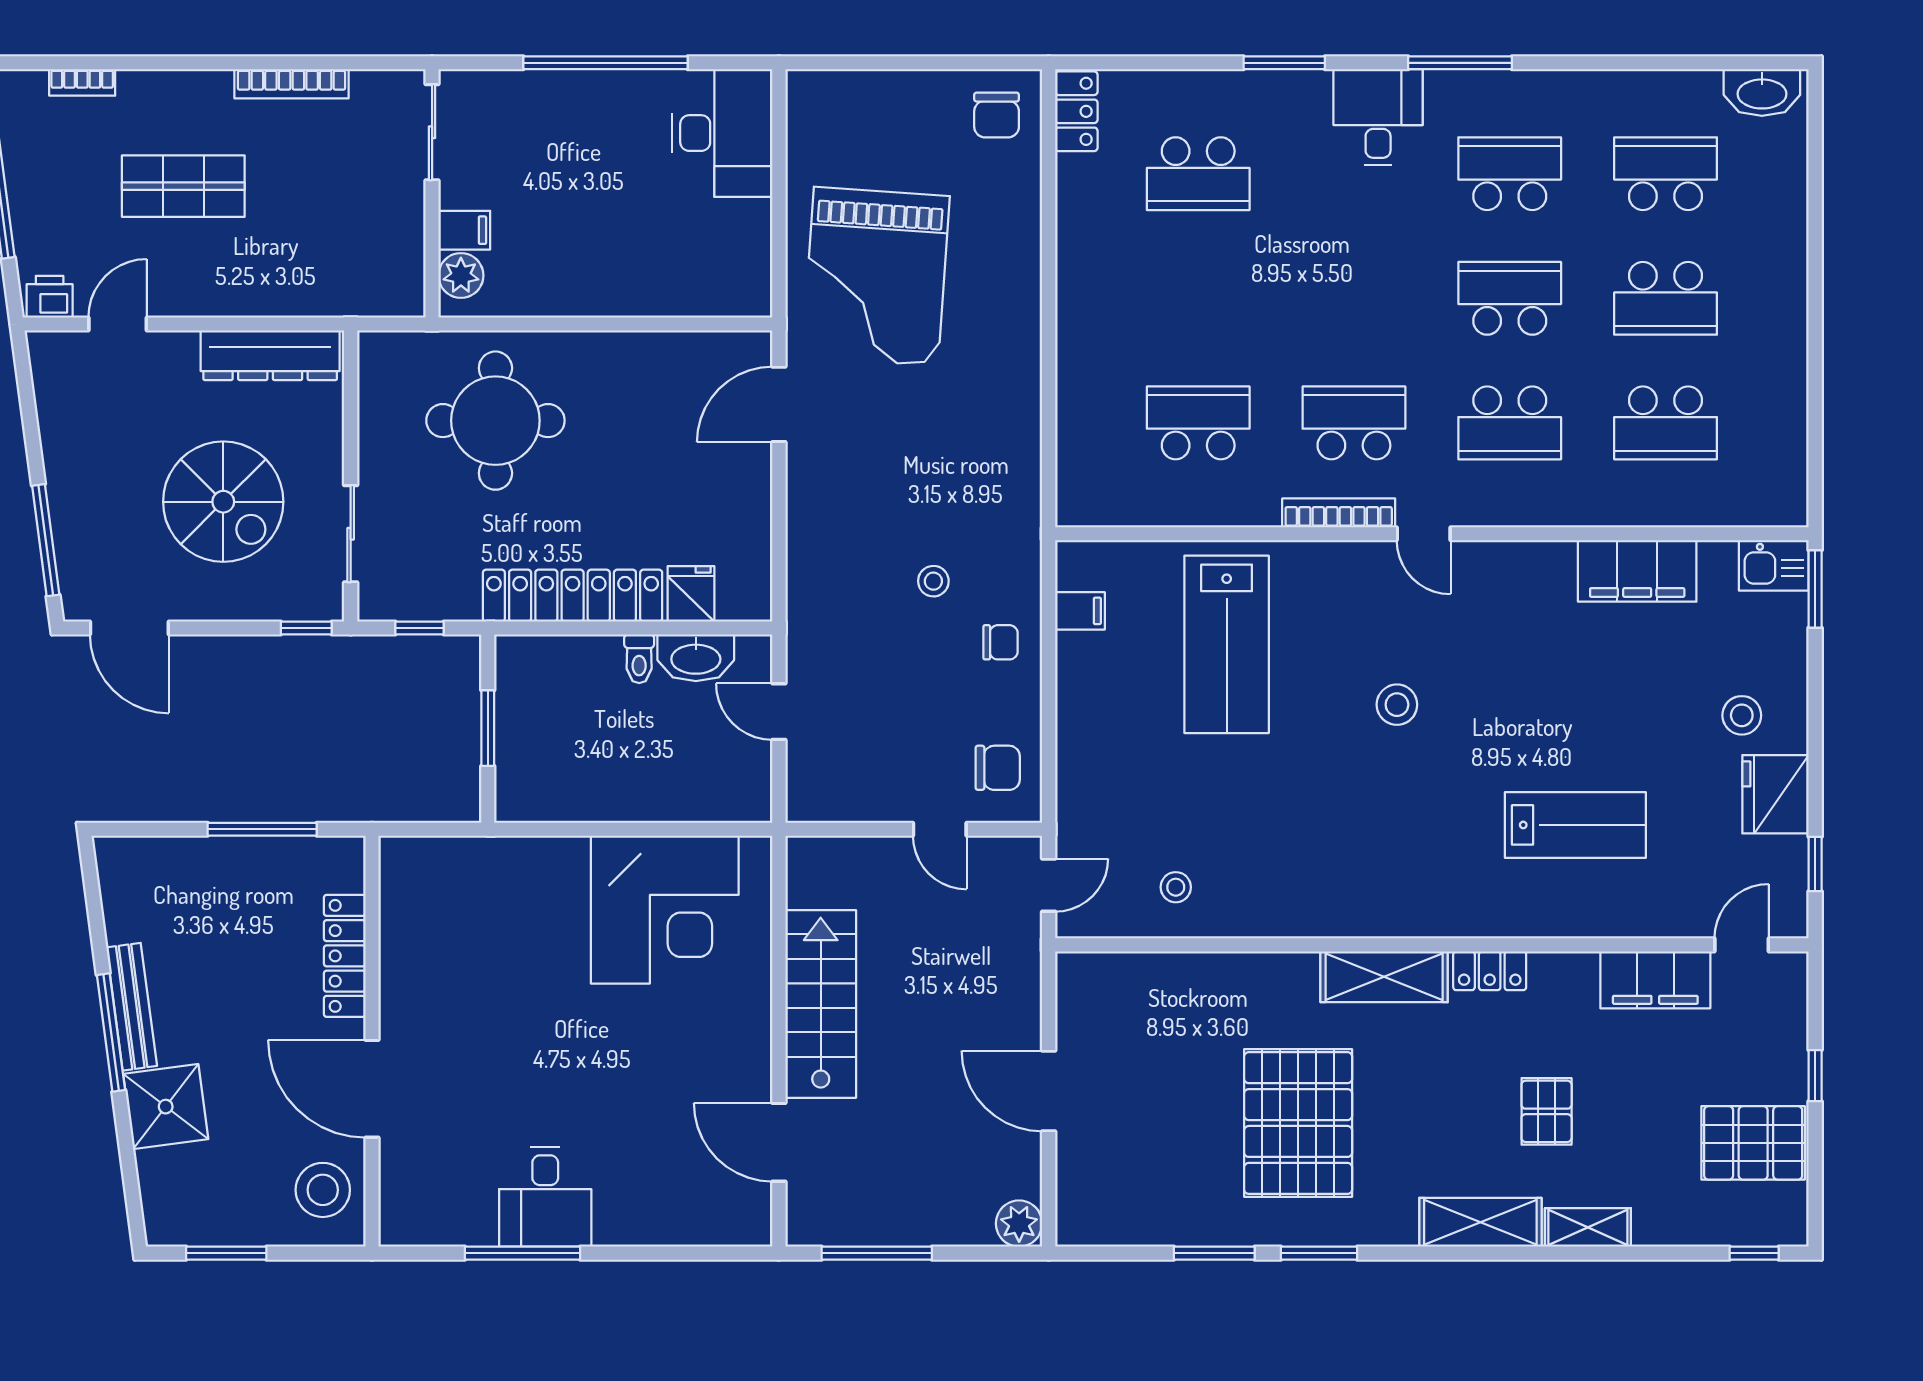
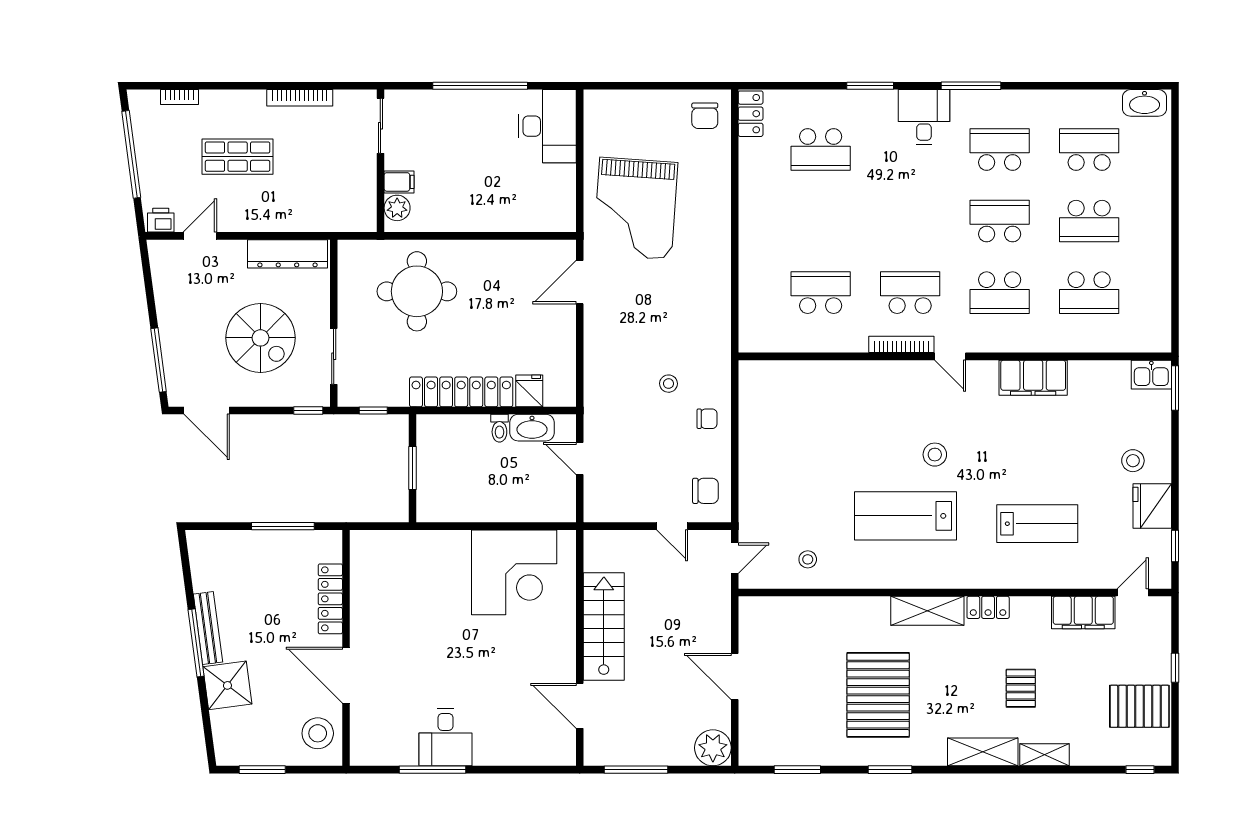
filing cabinet: (1637, 571) -> (1033, 378), moved
filing cabinet: (1080, 611) -> (753, 401), removed
lab bench: (1227, 644) -> (906, 516), moved, turned 90
plant: (1019, 1224) -> (713, 748), width x1.36, depth x1.36
window: (1214, 1253) -> (797, 770), moved

